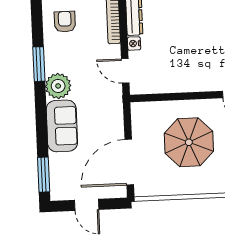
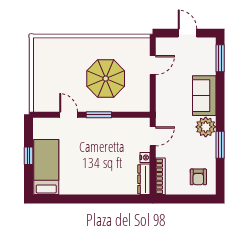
door: (125, 71) -> (153, 136), hinge flipped
window: (196, 96) -> (99, 115), added
door: (129, 162) -> (153, 65), width x0.53

